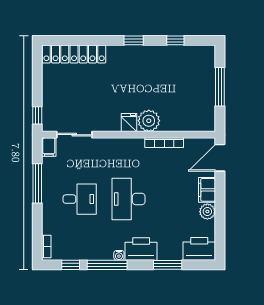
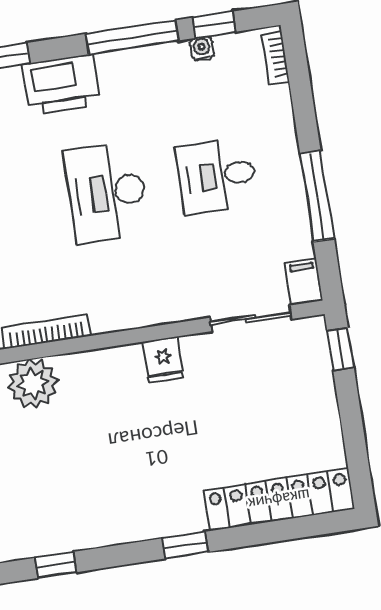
window: (134, 40) -> (185, 545), moved
plant: (149, 121) -> (33, 384), moved
fridge: (129, 123) -> (163, 360), moved
desk: (129, 199) -> (107, 192), turned 180
water cooler: (119, 255) -> (202, 48), moved

